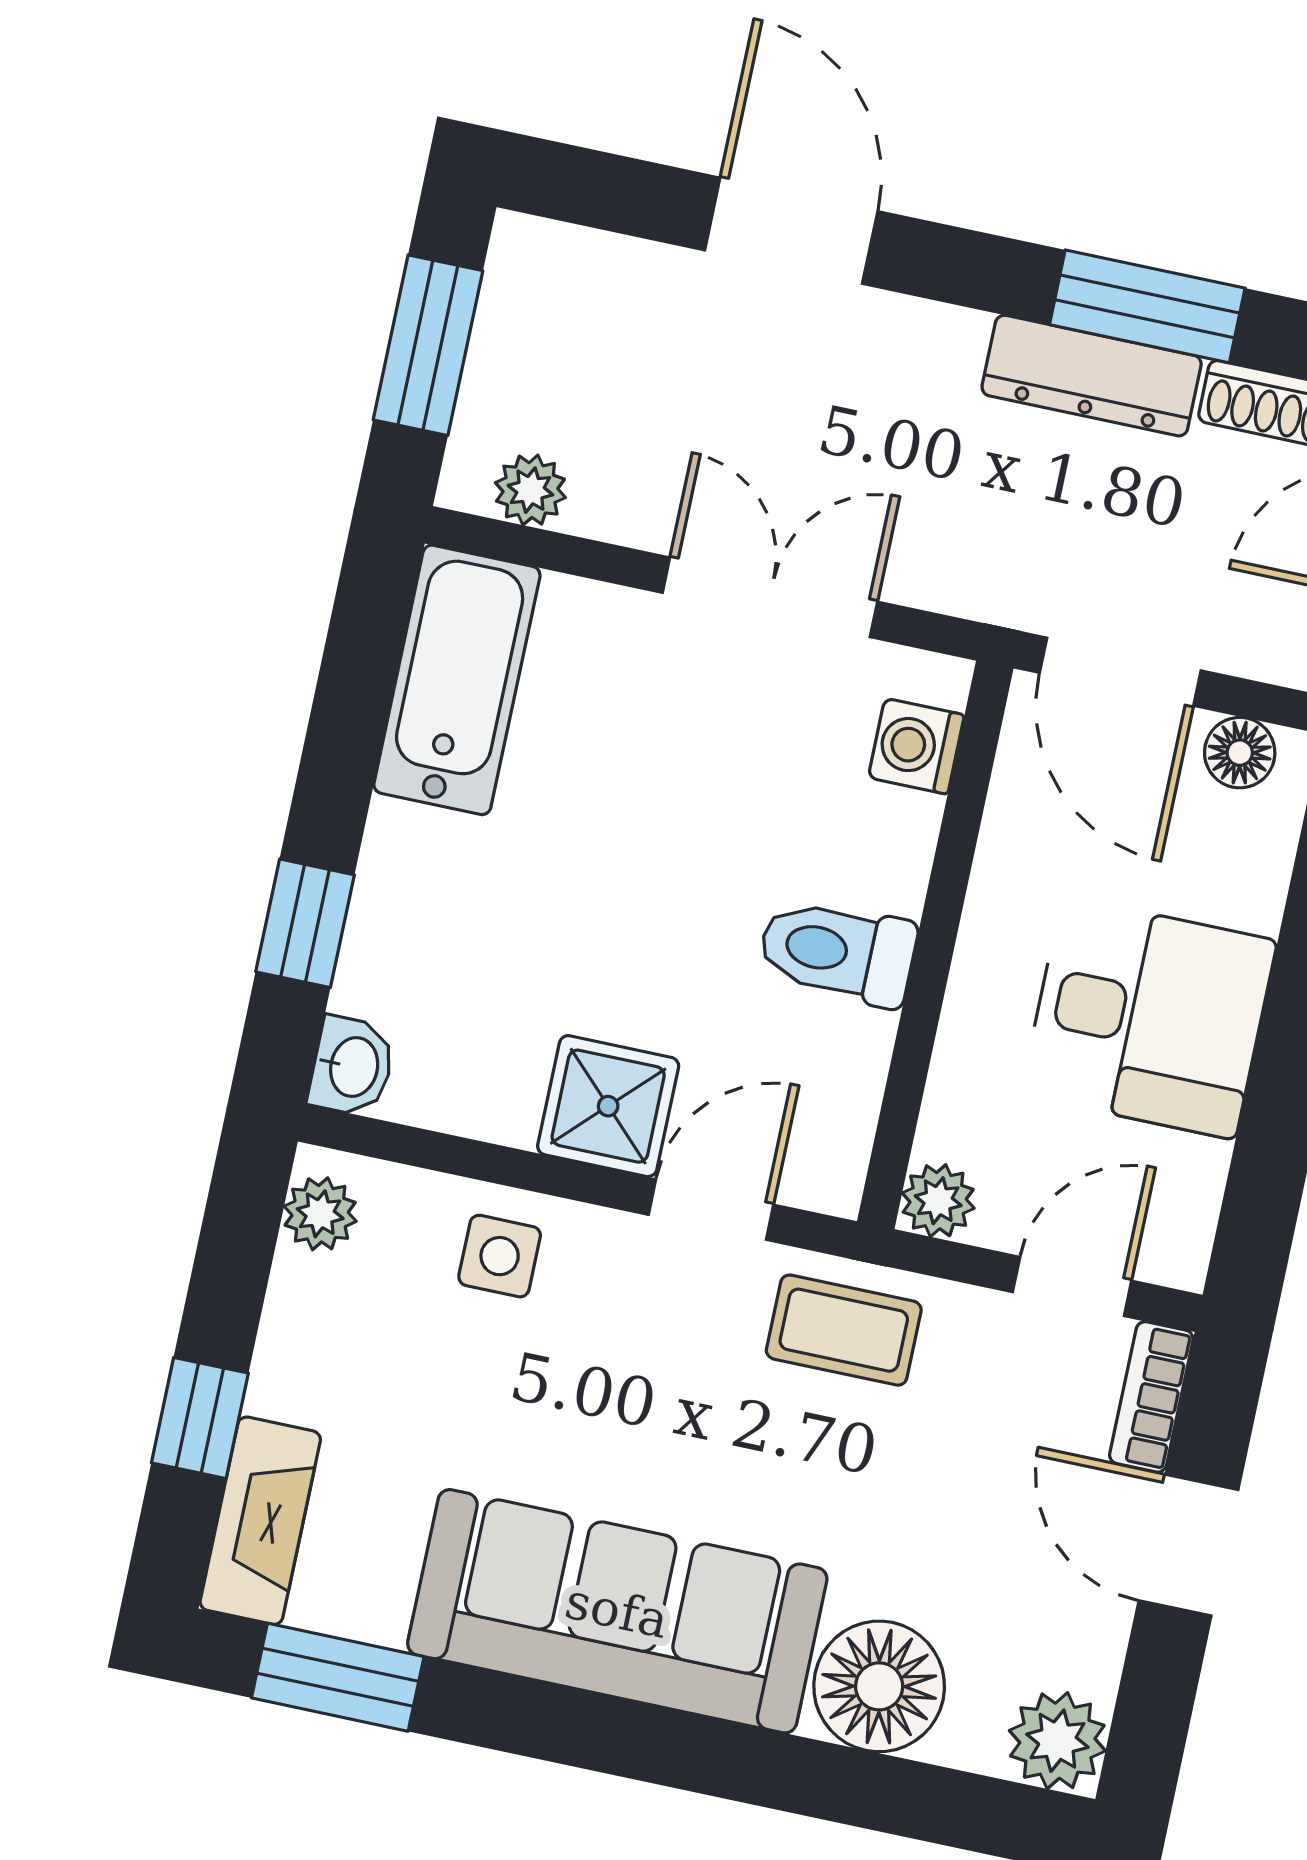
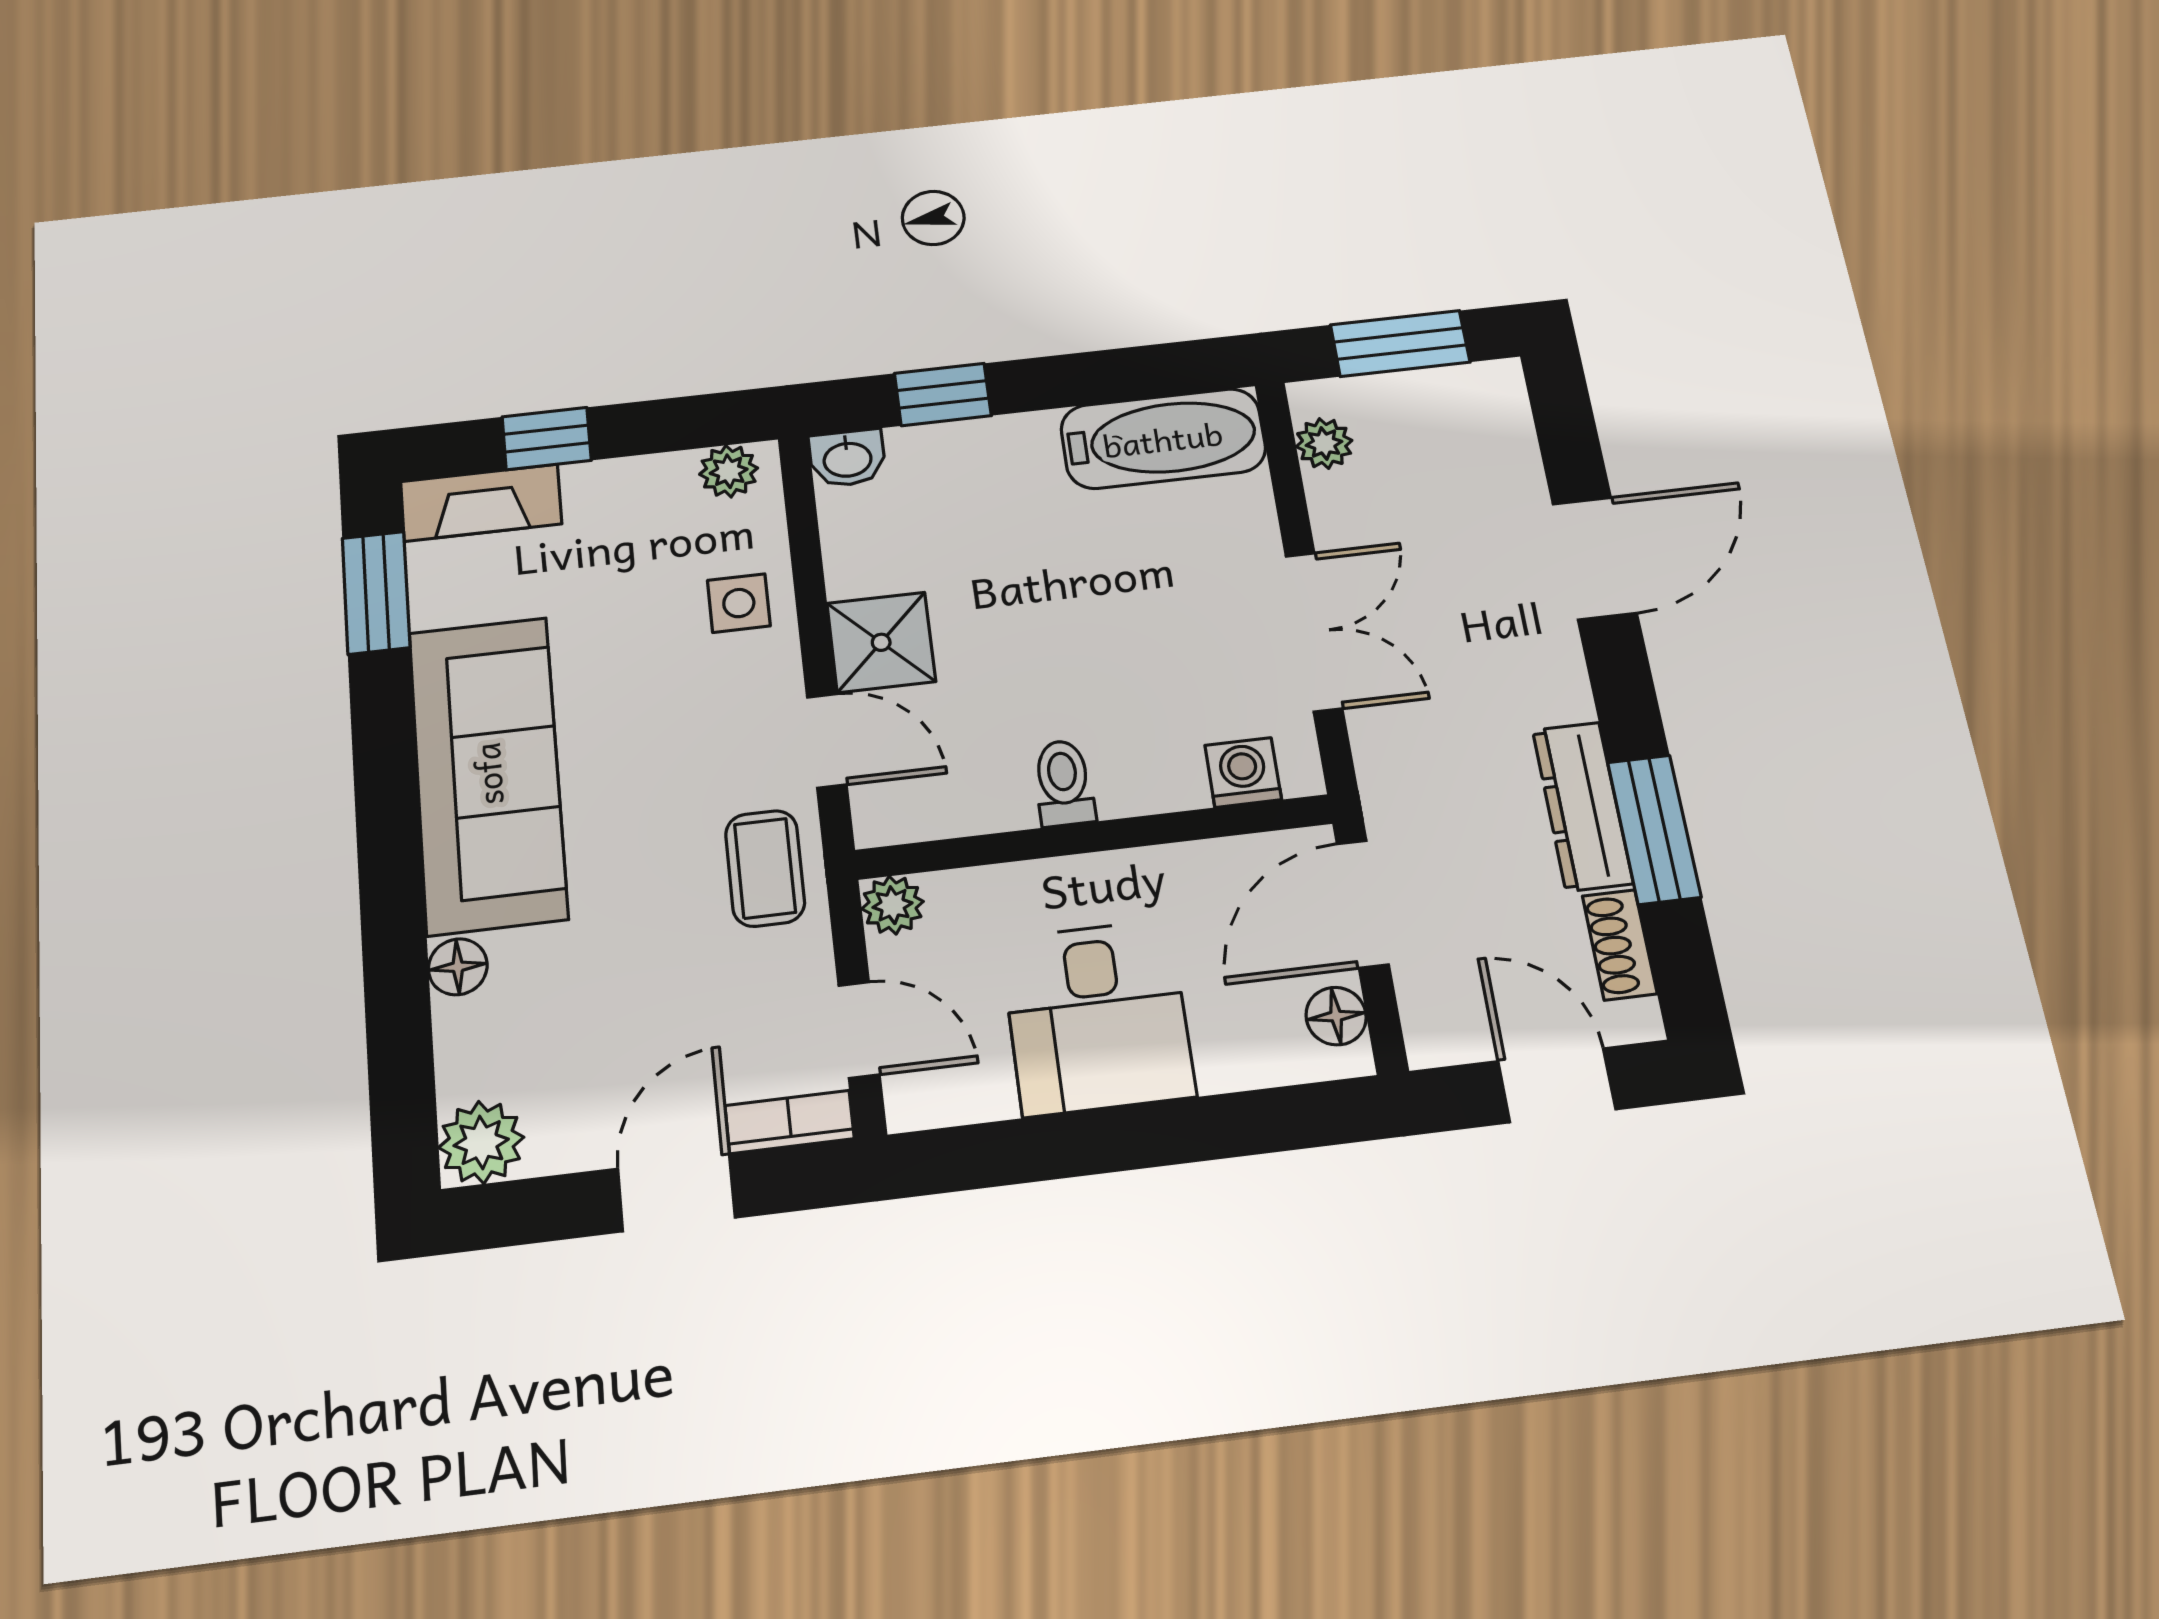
toilet: (837, 952) -> (1064, 783), width x0.73, depth x0.72
floor lamp: (879, 1686) -> (458, 967), width x0.53, depth x0.53

